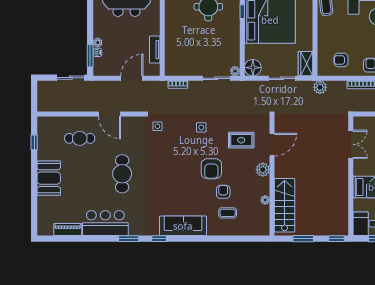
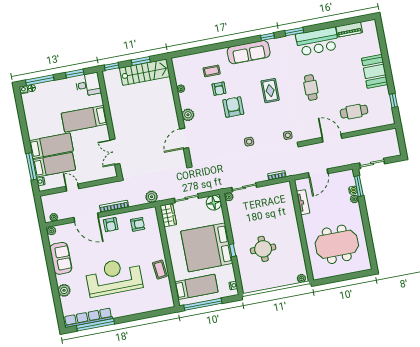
rug: (241, 140) -> (270, 91), moved, turned 90
cafe table: (122, 174) -> (311, 88), width x0.73, depth x0.74
stairs: (285, 205) -> (145, 72), moved, turned -90

